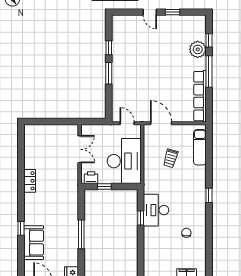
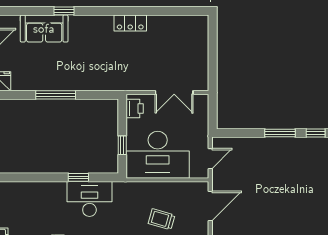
window: (104, 187) -> (122, 145), moved

